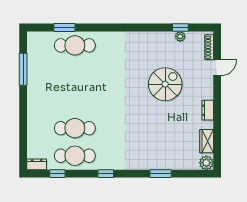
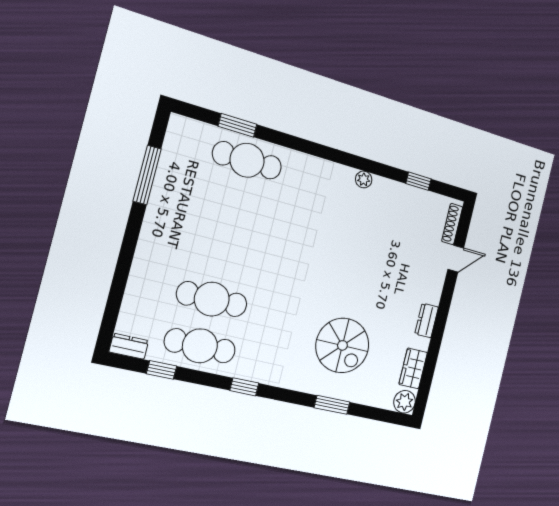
plant: (180, 36) -> (364, 179), moved
spiral stairs: (165, 84) -> (342, 345), moved, turned 90

